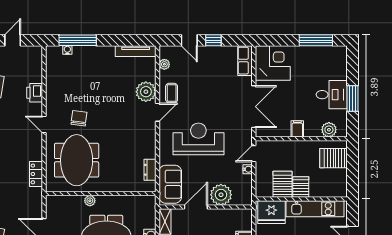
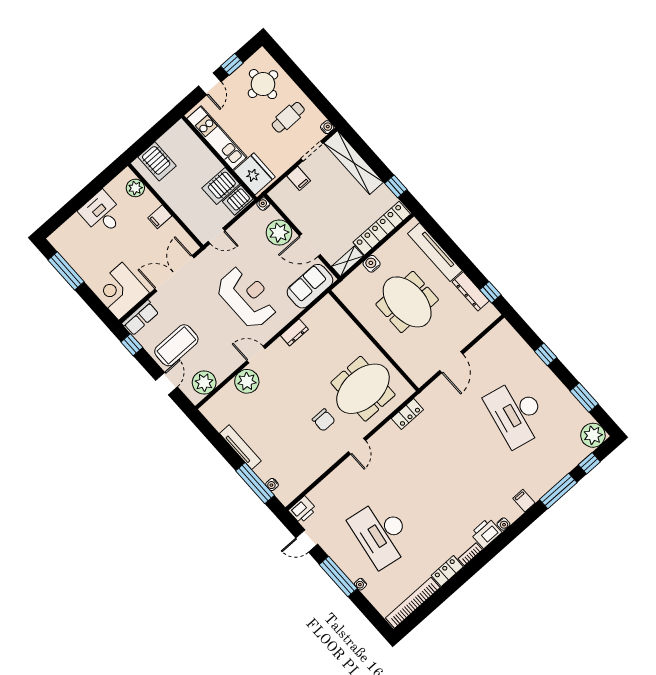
window: (213, 40) -> (132, 345), moved
tv unit: (136, 51) -> (240, 447), moved
plant: (164, 64) -> (204, 383), width x1.87, depth x1.87
printer: (35, 93) -> (302, 510), moved
coffee table: (172, 93) -> (176, 345), moved, width x1.86, depth x1.72
window: (352, 99) -> (89, 192), removed
chair: (79, 118) -> (324, 420), turned -97
reception desk: (198, 139) -> (247, 297), turned 180
water cooler: (248, 169) -> (263, 204), moved
dresser: (150, 170) -> (294, 332), moved
server rack: (301, 187) -> (238, 200), moved
plant: (90, 201) -> (388, 345), removed

